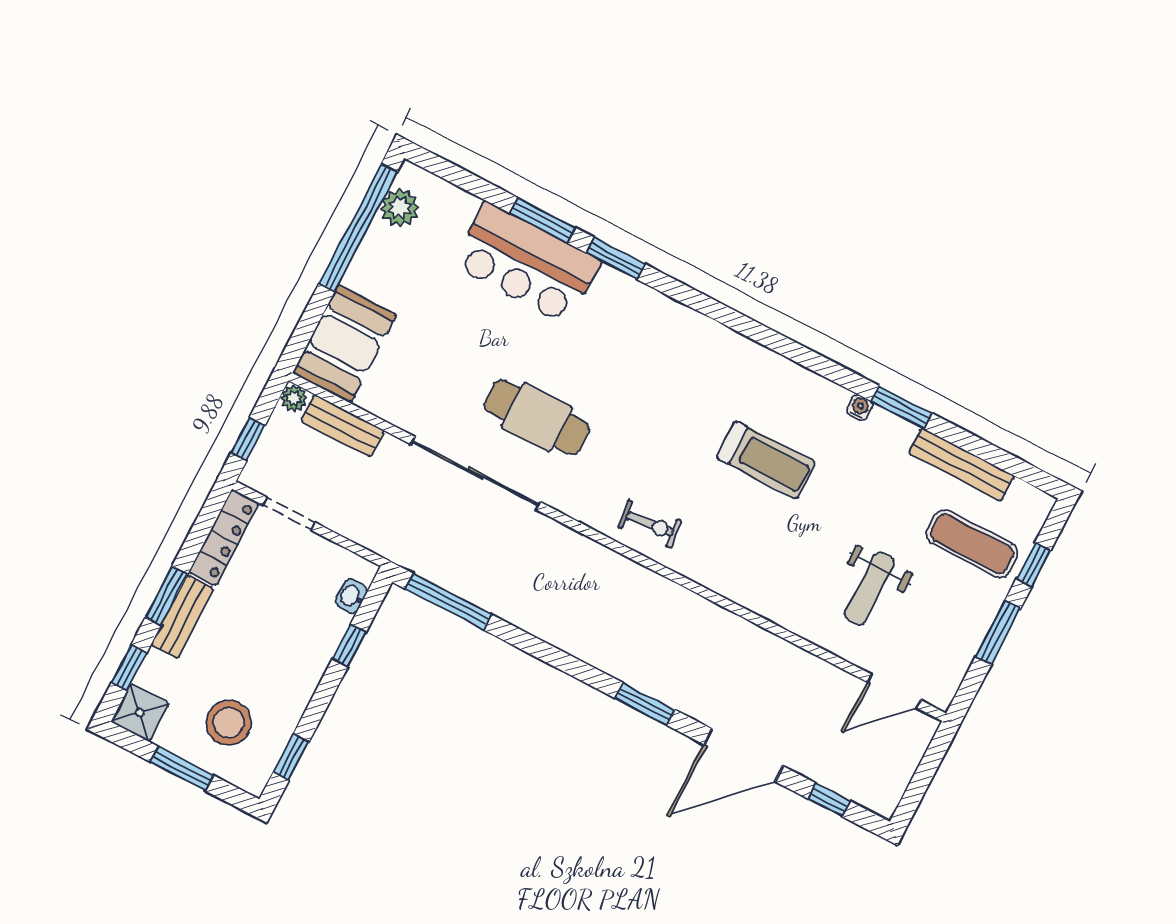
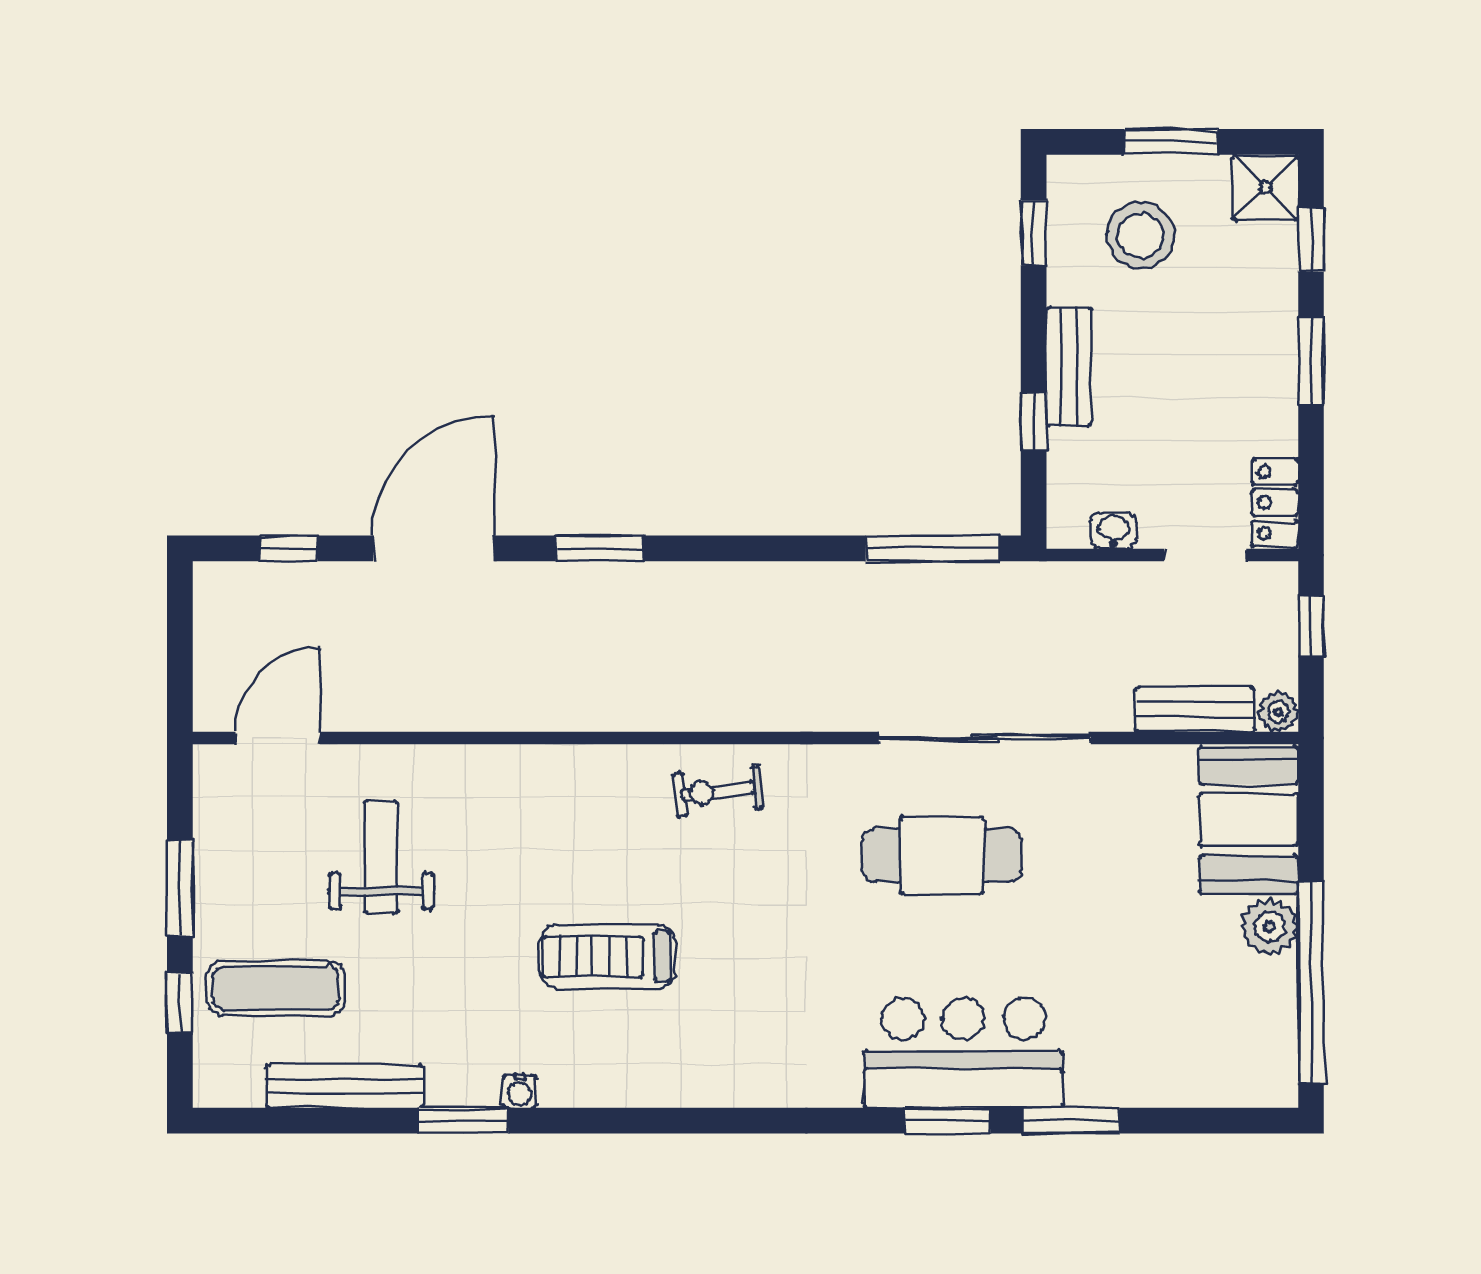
plant: (400, 208) -> (1270, 927), moved
bar counter: (527, 263) -> (963, 1053), moved
locker: (224, 538) -> (1275, 503), width x0.66
washbasin: (352, 596) -> (1114, 530), moved, turned -90
bench: (182, 617) -> (1069, 367), moved

